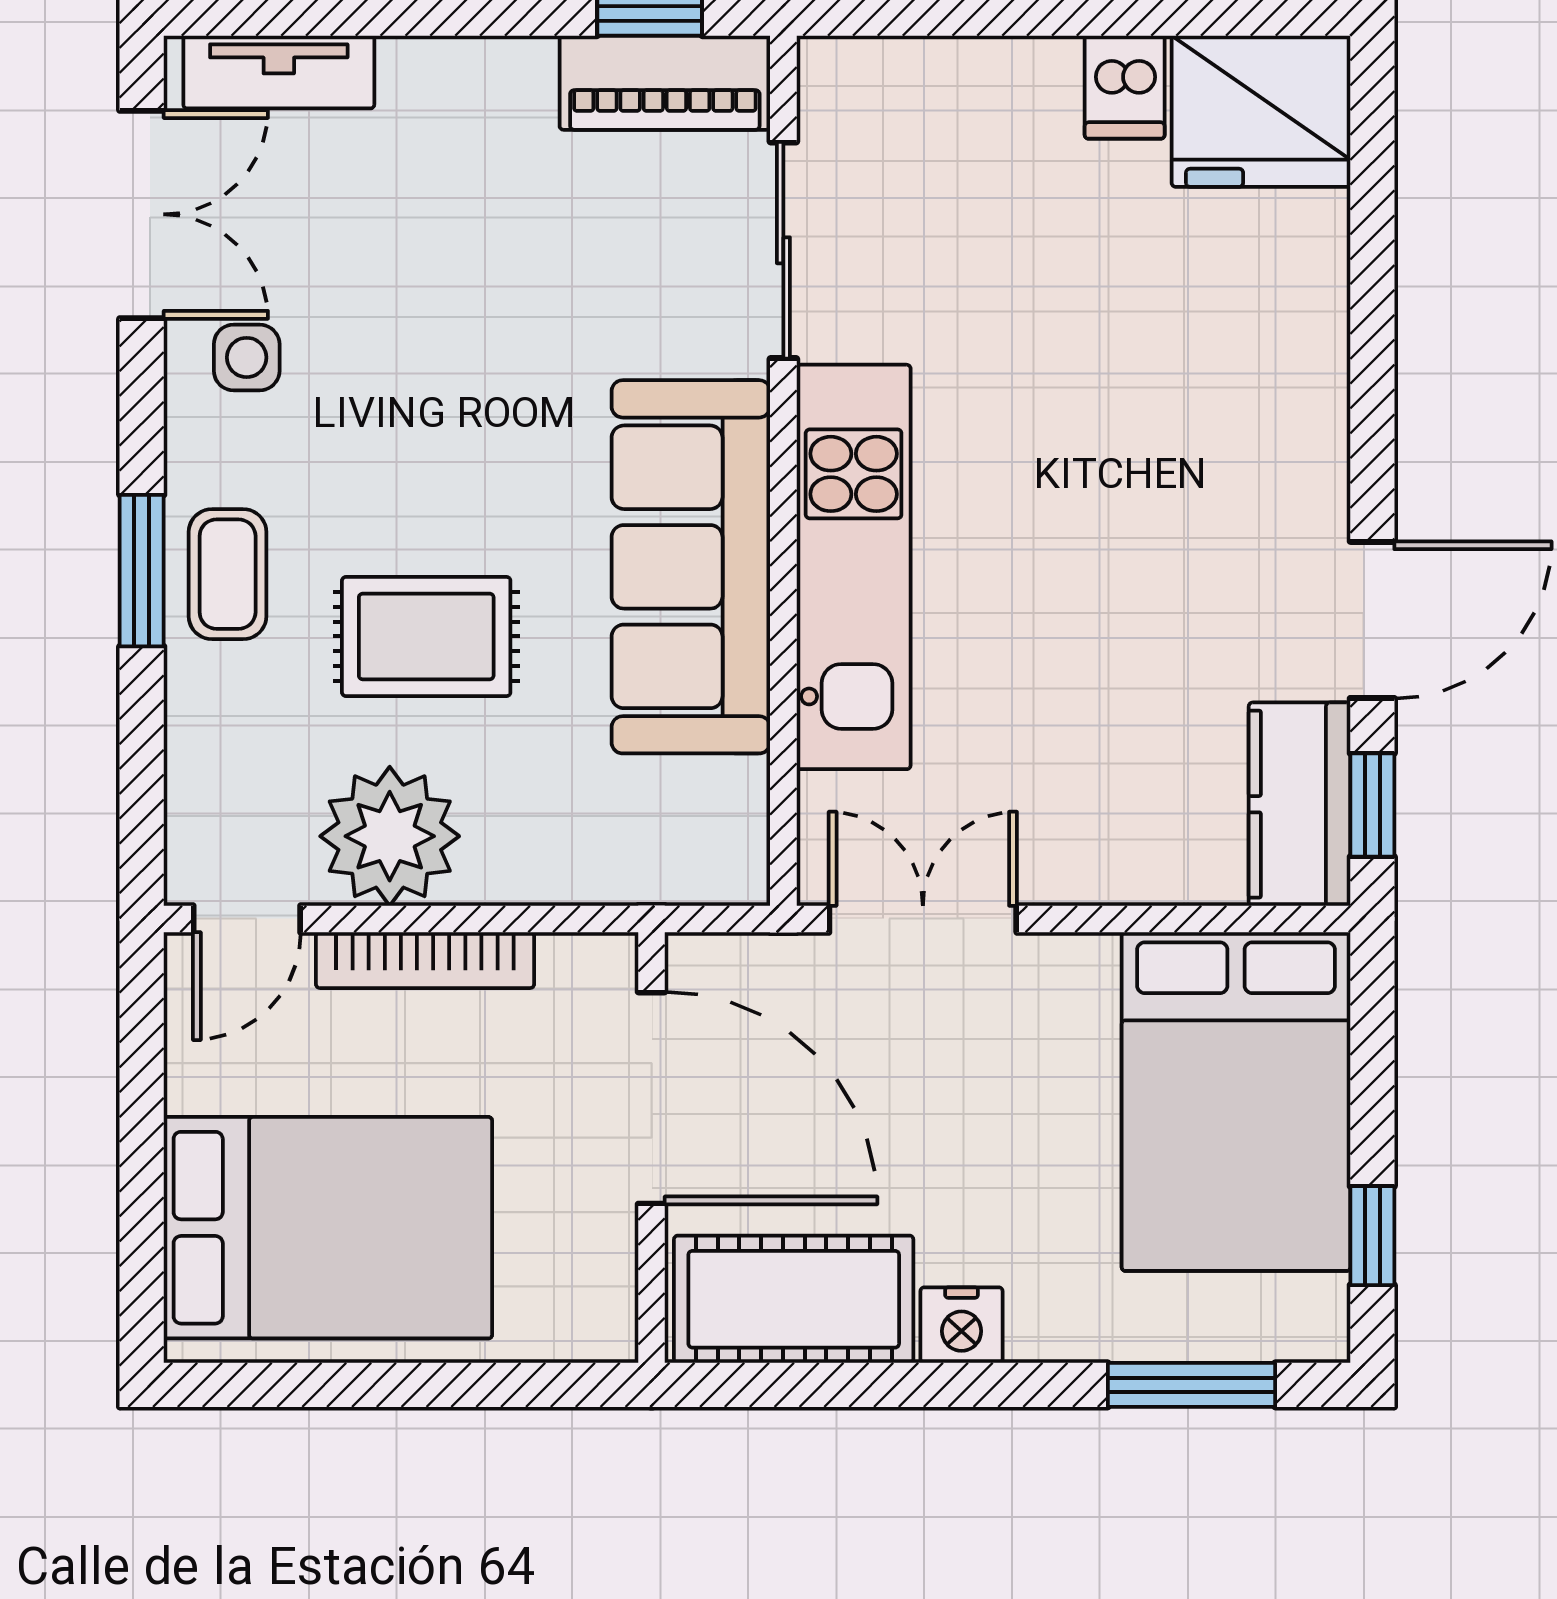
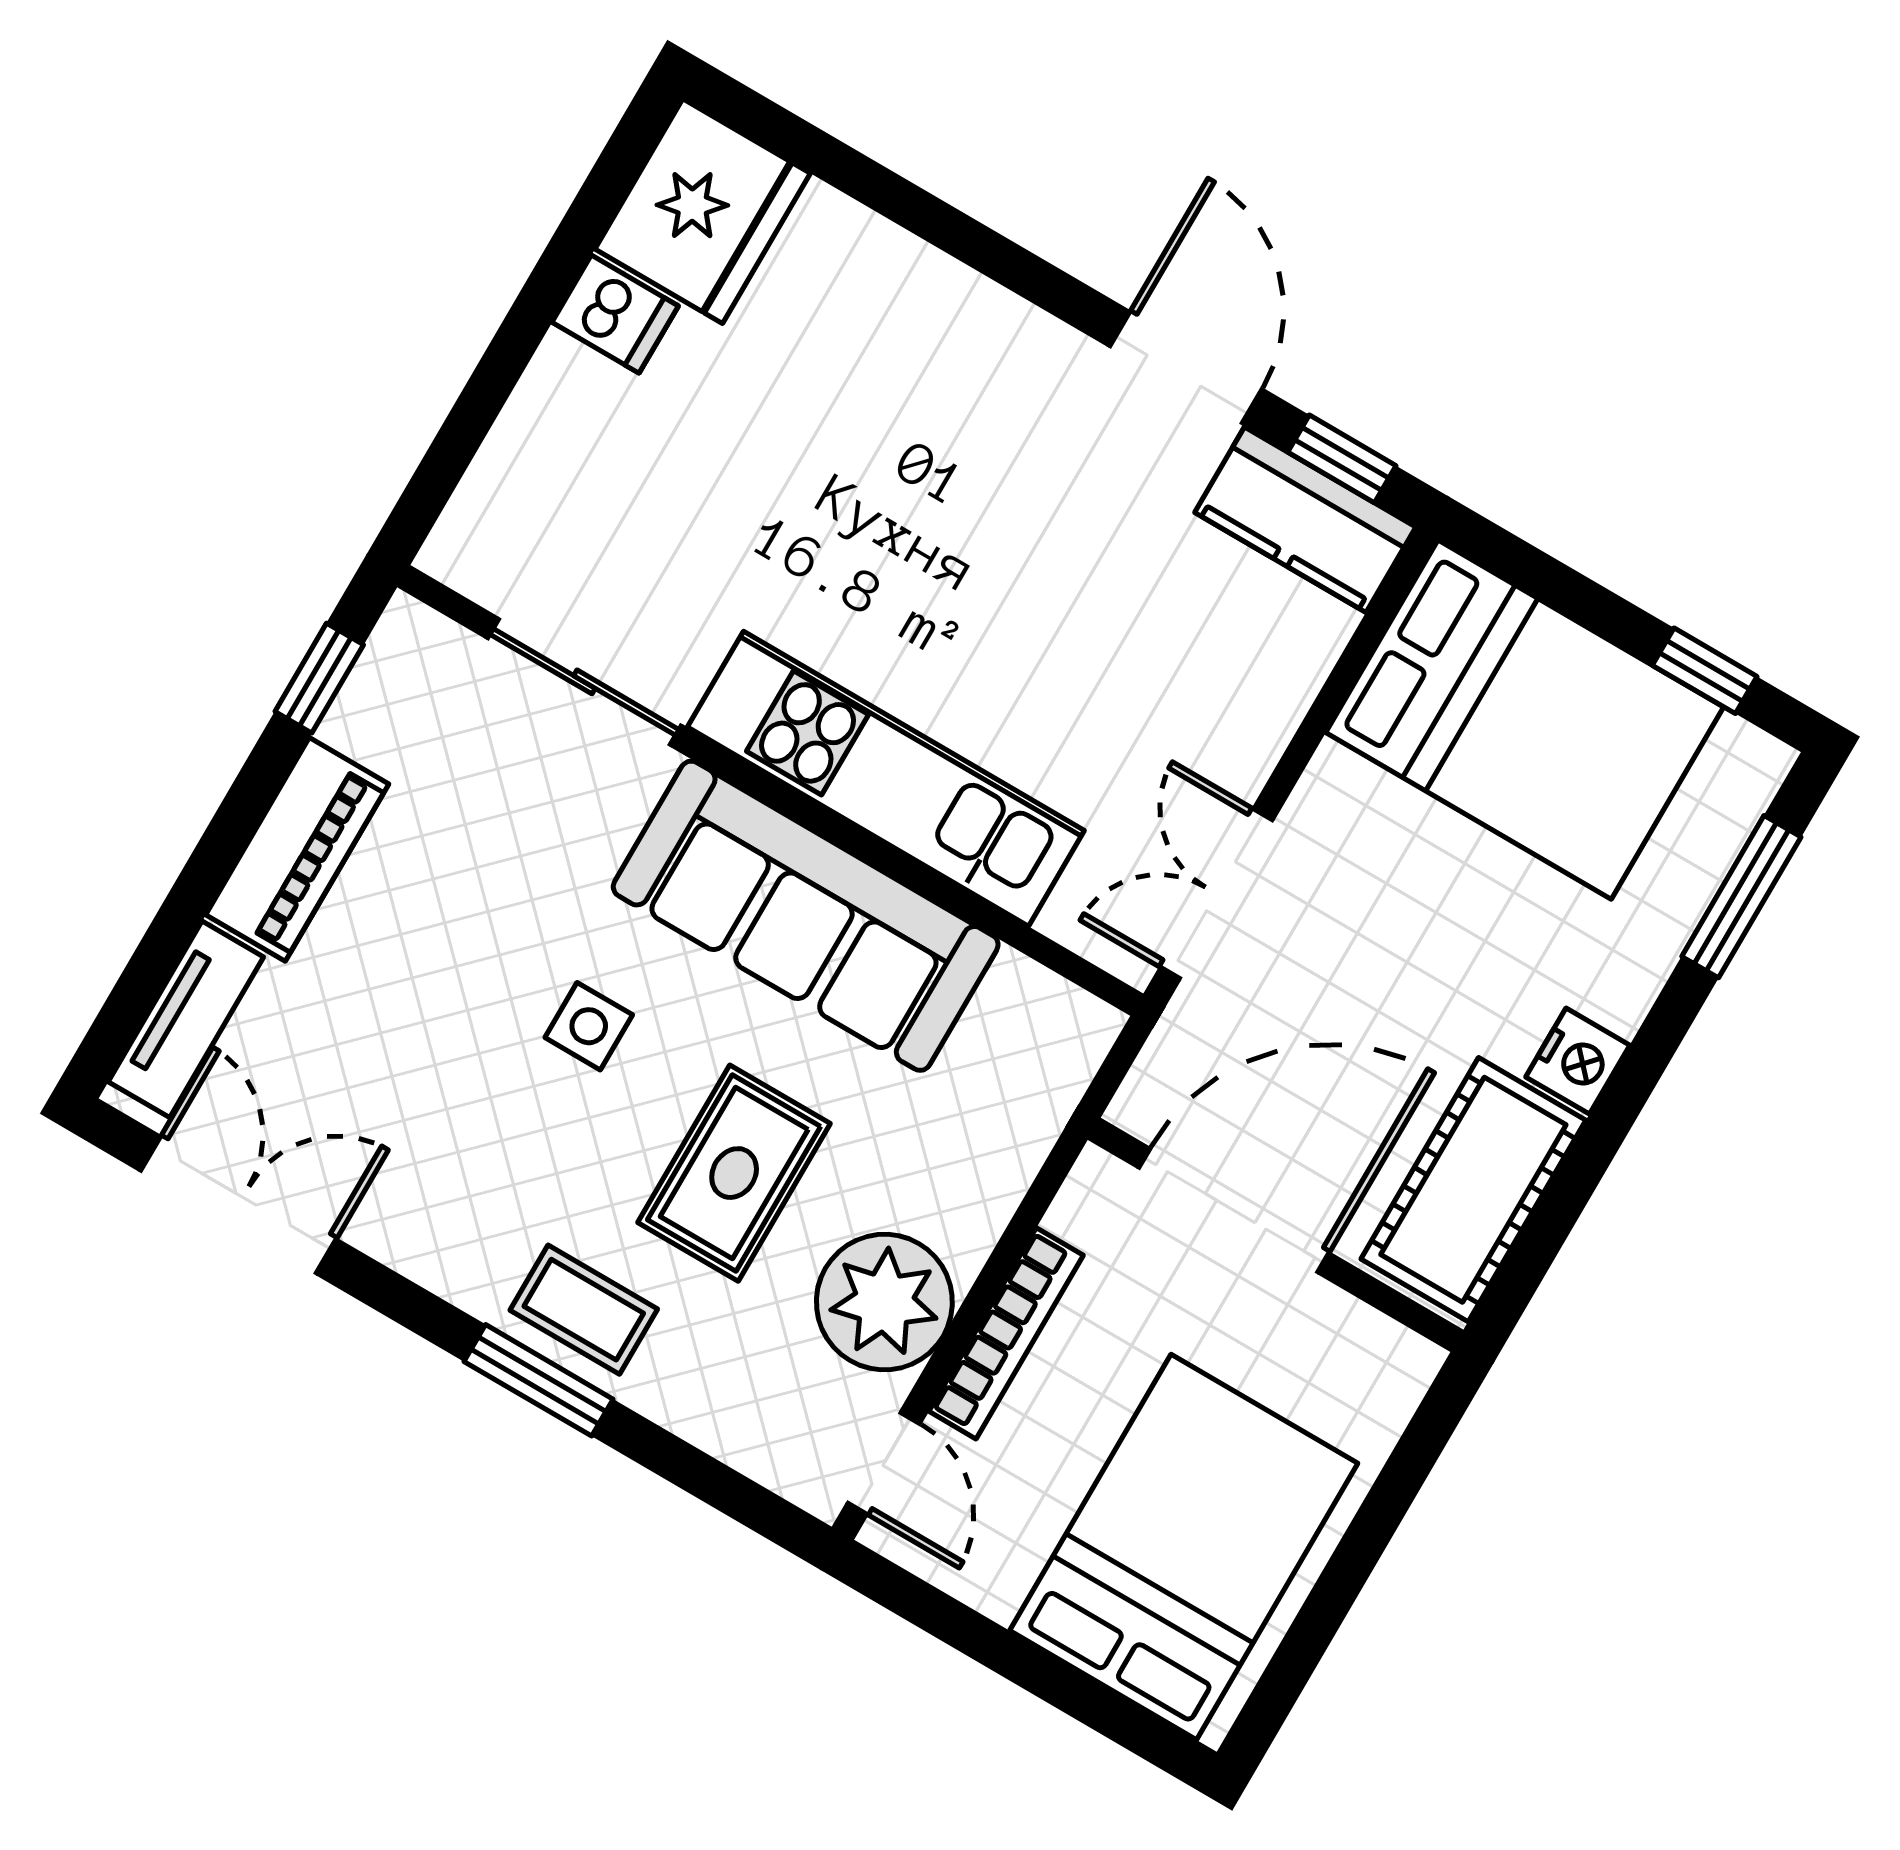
piano: (665, 83) -> (297, 849), moved
side table: (247, 357) -> (589, 1026), moved

